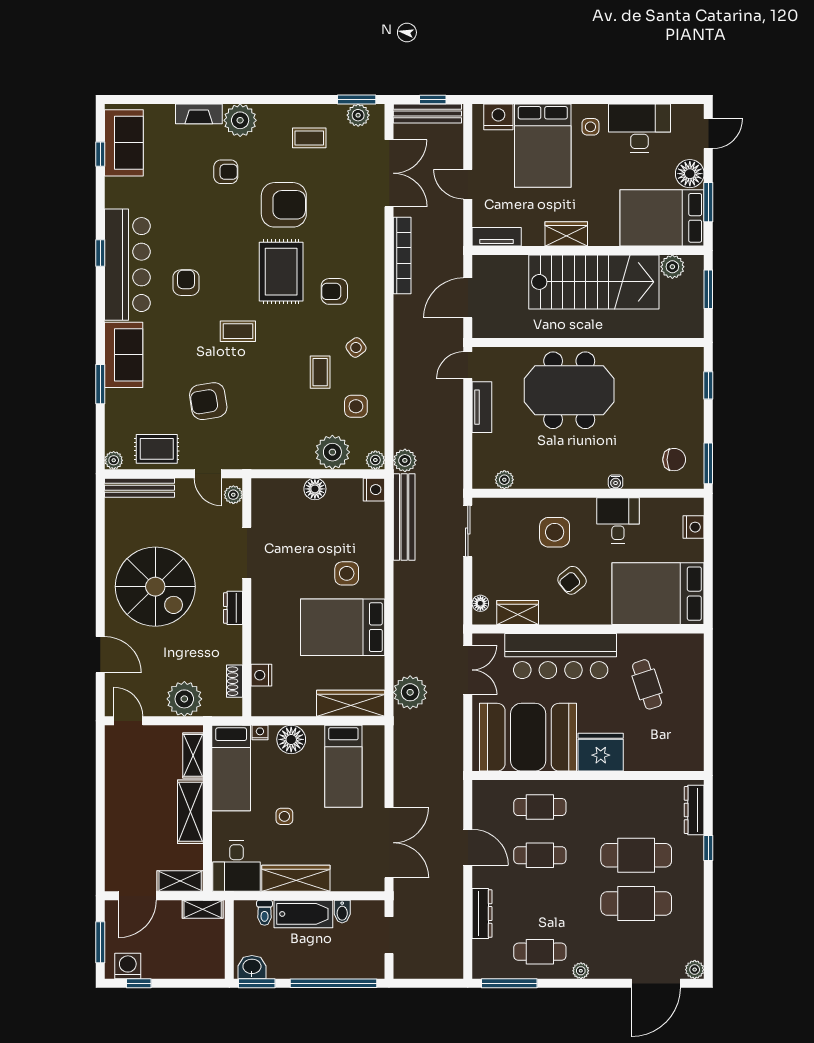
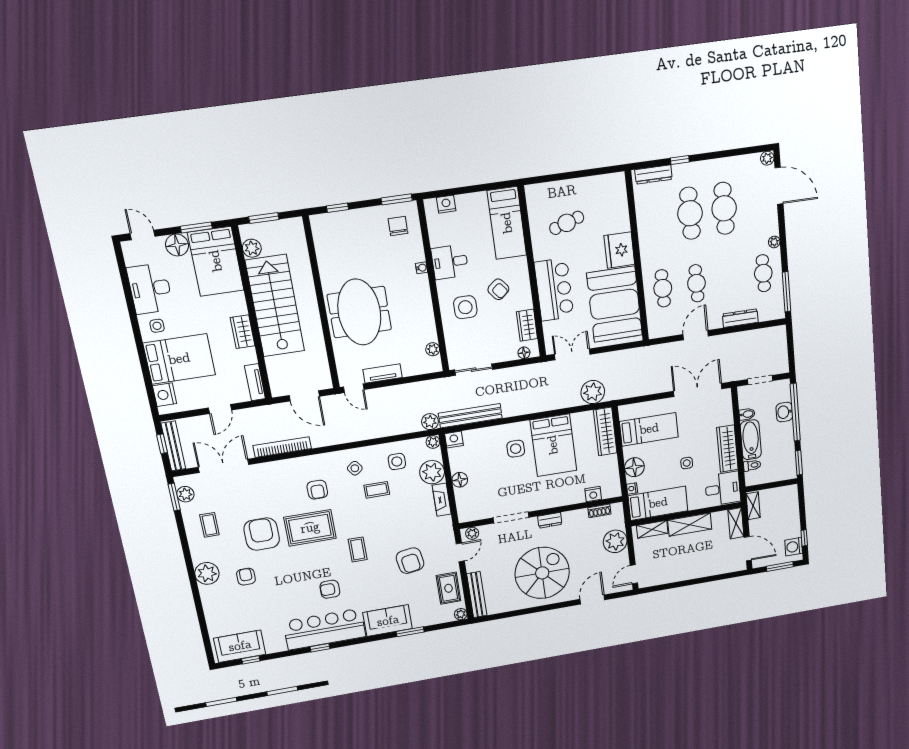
fireplace: (199, 114) -> (442, 500), moved, turned 180
bed: (658, 594) -> (507, 223), width x0.67
bar counter: (561, 656) -> (554, 289), width x0.73
washbasin: (252, 967) -> (784, 412), moved

